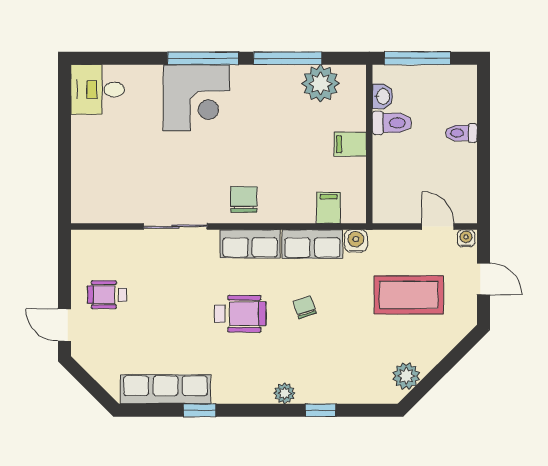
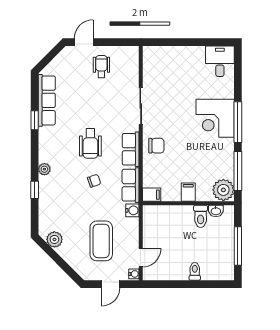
washbasin: (383, 96) -> (216, 211), moved
toilet: (392, 123) -> (201, 216), moved
filing cabinet: (350, 144) -> (188, 192), moved
wall: (369, 144) -> (188, 203), moved

